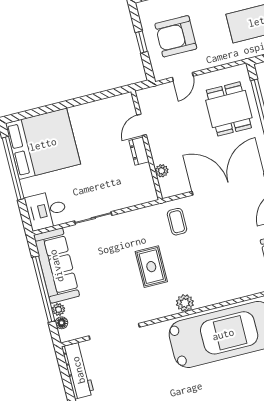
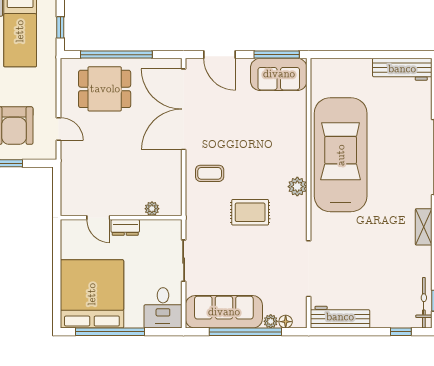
door: (142, 125) -> (98, 218), moved
wall: (147, 145) -> (121, 218), moved
dresser: (139, 151) -> (125, 227), moved
plant: (162, 171) -> (152, 209), moved

